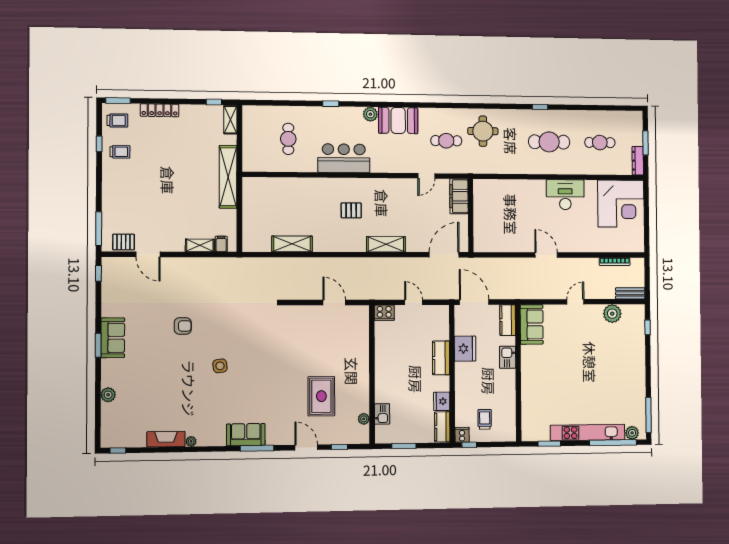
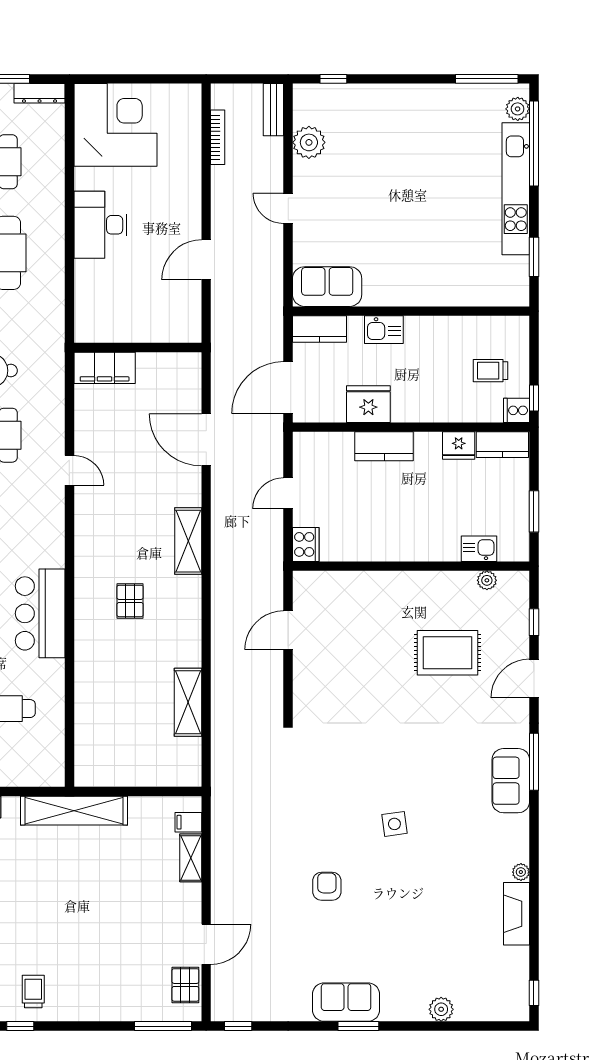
filing cabinet: (459, 196) -> (105, 368), moved
wall: (471, 215) -> (138, 348), moved

